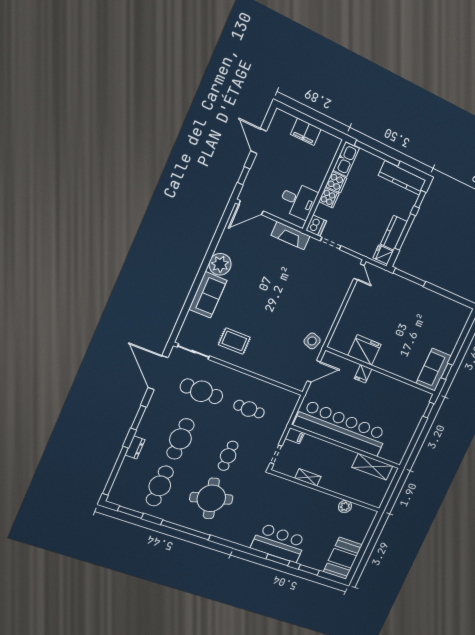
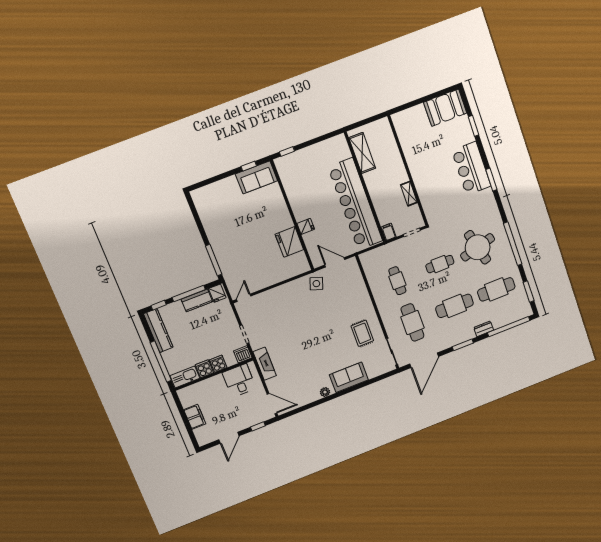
plant: (220, 264) -> (325, 392), width x0.53, depth x0.53
plant: (345, 507) -> (407, 145), removed
window: (278, 560) -> (491, 180), moved

